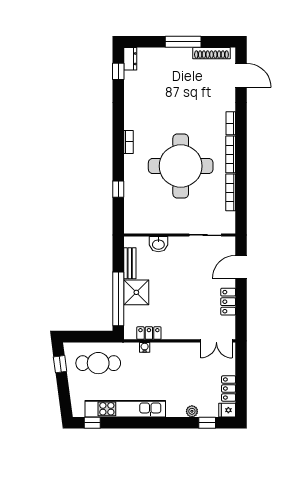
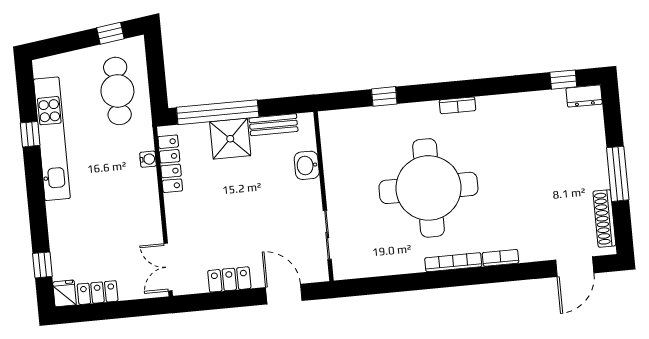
bookcase: (231, 192) -> (396, 268), removed
locker: (149, 333) -> (170, 164), width x1.53
plant: (192, 411) -> (58, 240), removed
window: (92, 423) -> (30, 134), moved

